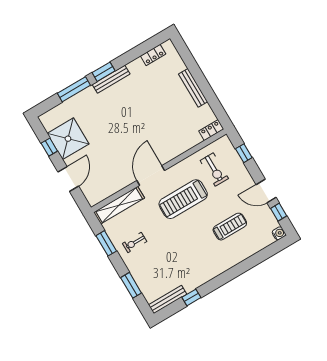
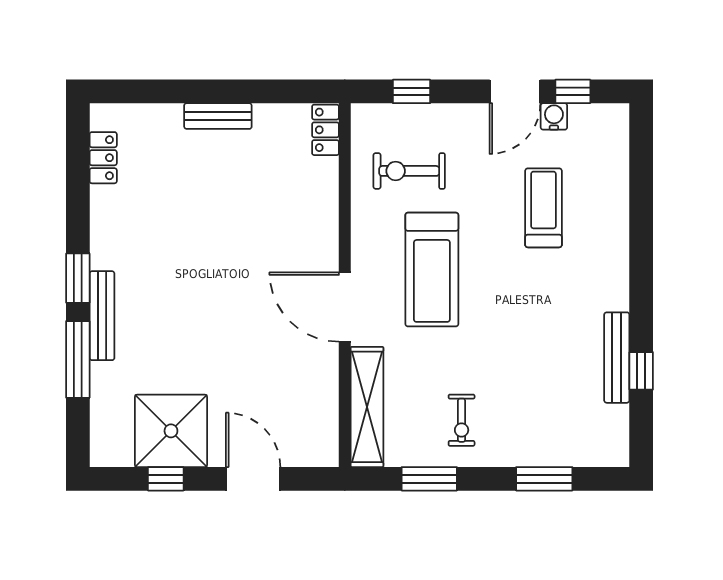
bench: (111, 79) -> (102, 316), moved
bench: (193, 88) -> (218, 116), width x0.73
exercise bike: (214, 170) -> (409, 171), turned 180
water cooler: (279, 233) -> (554, 116), moved
bench: (168, 300) -> (617, 358), moved

